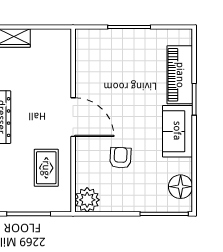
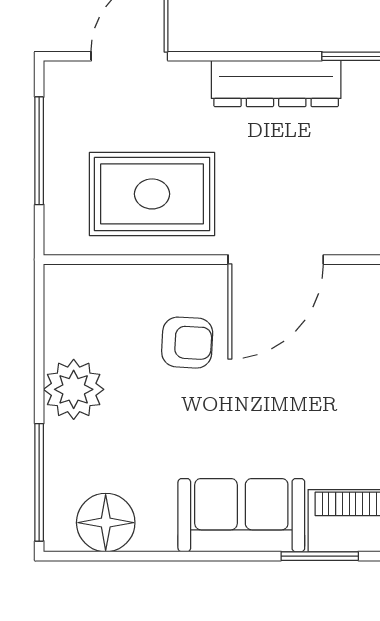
armchair: (120, 158) -> (187, 343), moved
rug: (46, 168) -> (152, 194), width x1.36, depth x1.43
plant: (87, 200) -> (74, 389), moved

